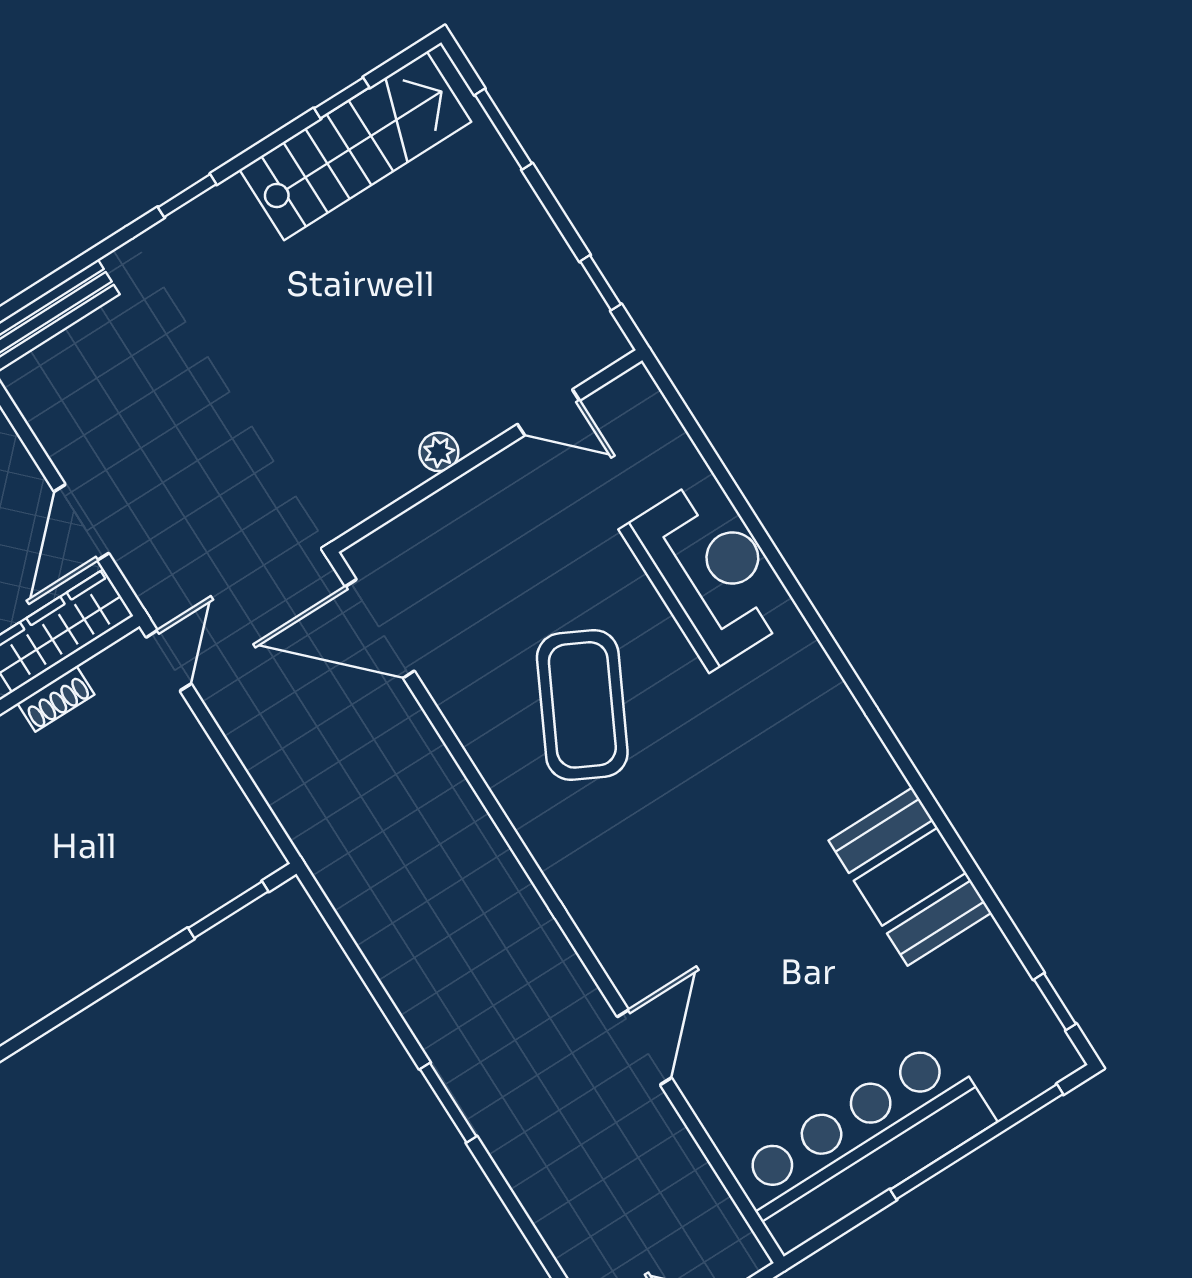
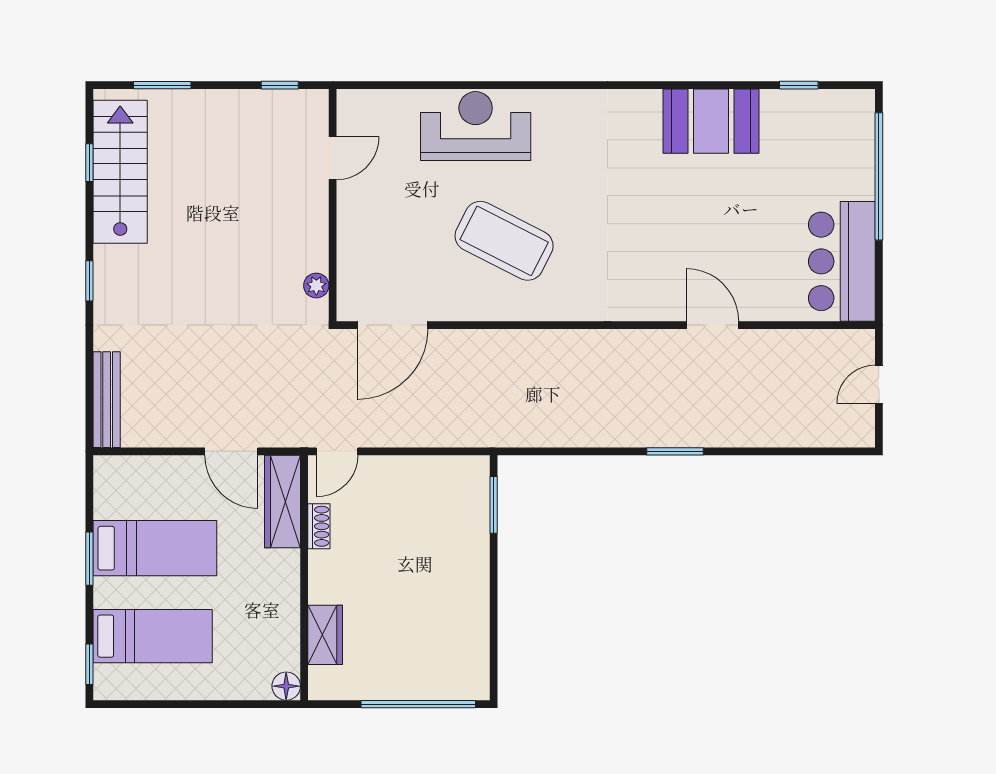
plant: (439, 452) -> (316, 286), moved
door: (169, 661) -> (337, 451), swing flipped
window: (1055, 1002) -> (799, 85), moved
bar counter: (863, 1146) -> (842, 261), width x0.73

